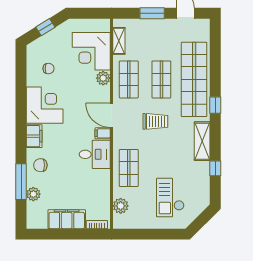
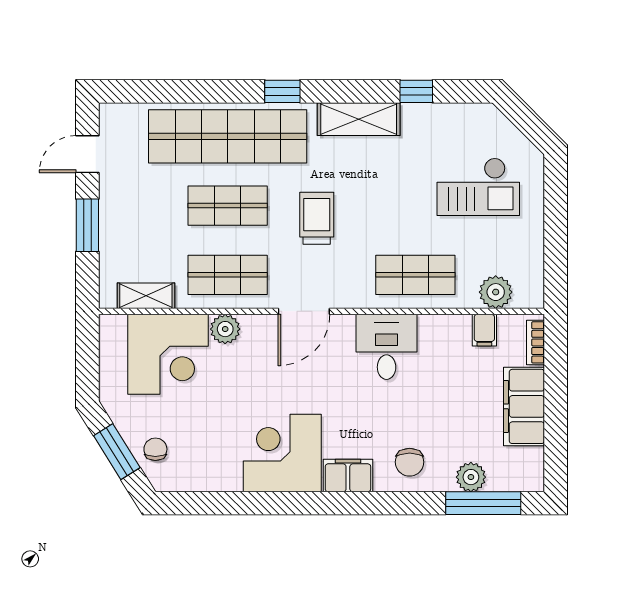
window: (45, 27) -> (117, 452), width x1.50
chair: (48, 69) -> (155, 449), moved
filing cabinet: (103, 133) -> (484, 330), moved
window: (21, 182) -> (483, 503), moved

